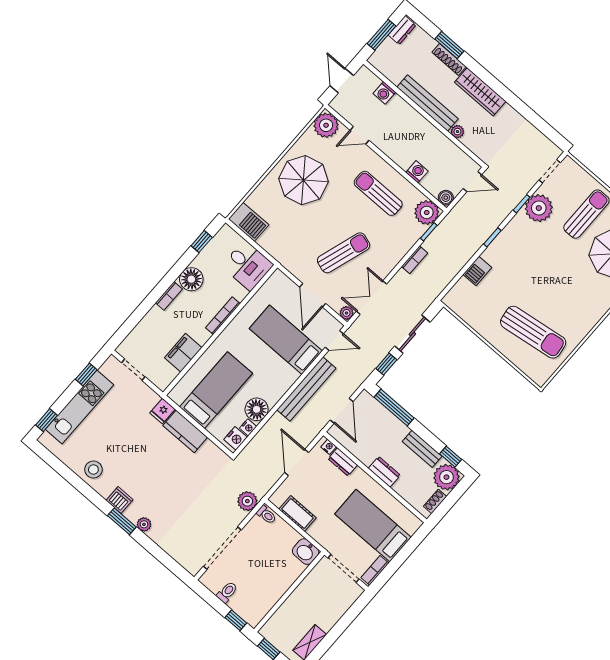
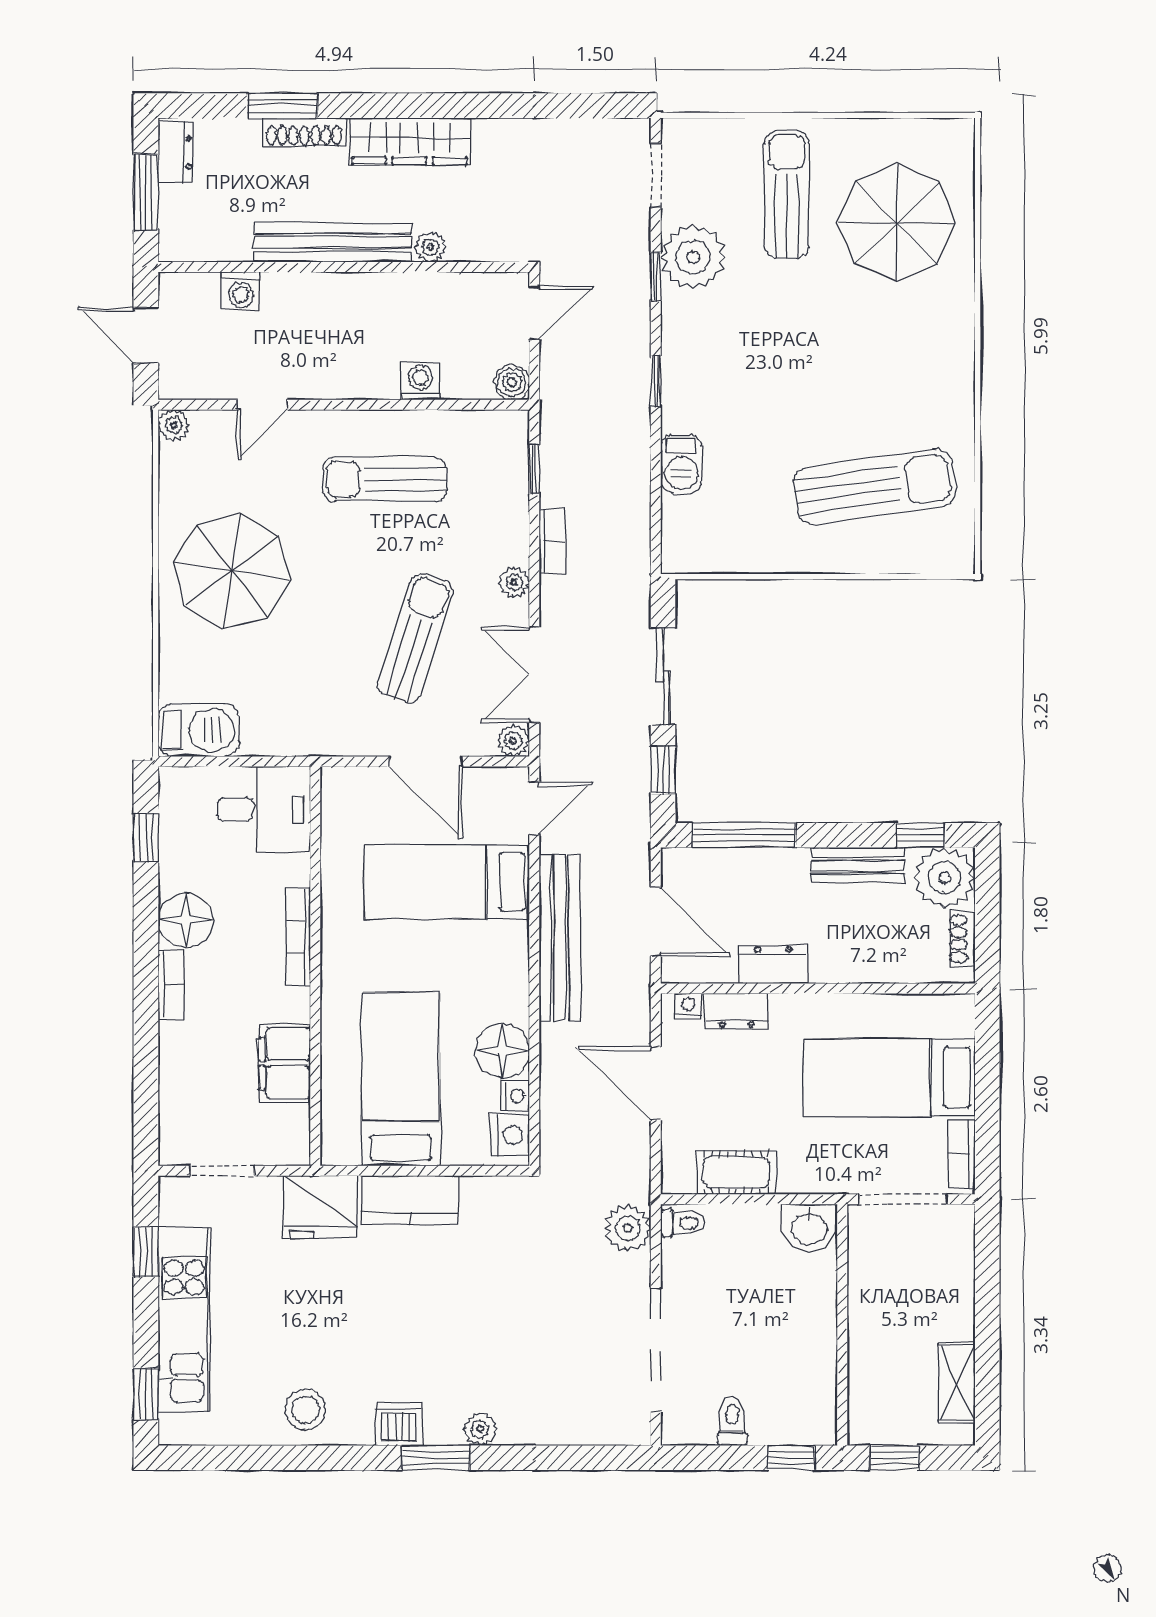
plant: (326, 125) -> (174, 425), width x0.53, depth x0.53
plant: (427, 212) -> (514, 582), moved, width x0.53, depth x0.53
fridge: (162, 411) -> (320, 1207), width x1.88, depth x1.34
dresser: (384, 472) -> (773, 964), moved

